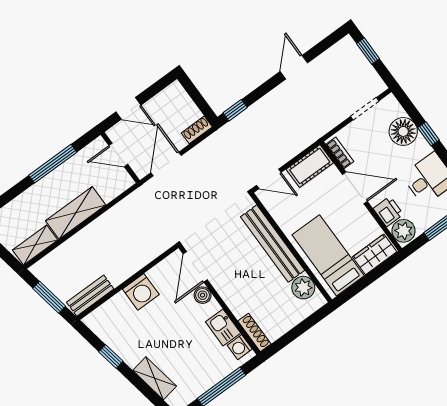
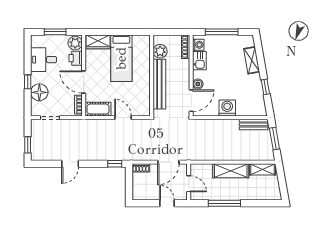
bench: (273, 244) -> (159, 84), moved
wall: (291, 247) -> (152, 76), moved
plant: (303, 288) -> (160, 51), moved

